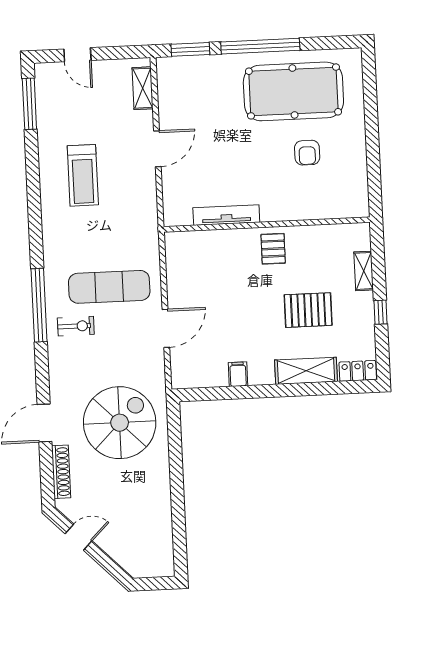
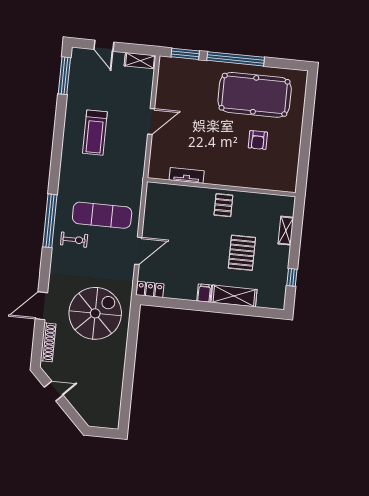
shelving: (143, 88) -> (140, 61), moved, turned 90
tv unit: (226, 215) -> (187, 175), width x0.71
pallet: (308, 310) -> (242, 253), turned 90
window: (380, 312) -> (292, 277), moved
locker: (358, 371) -> (150, 289), moved
filing cabinet: (238, 374) -> (204, 293), moved

